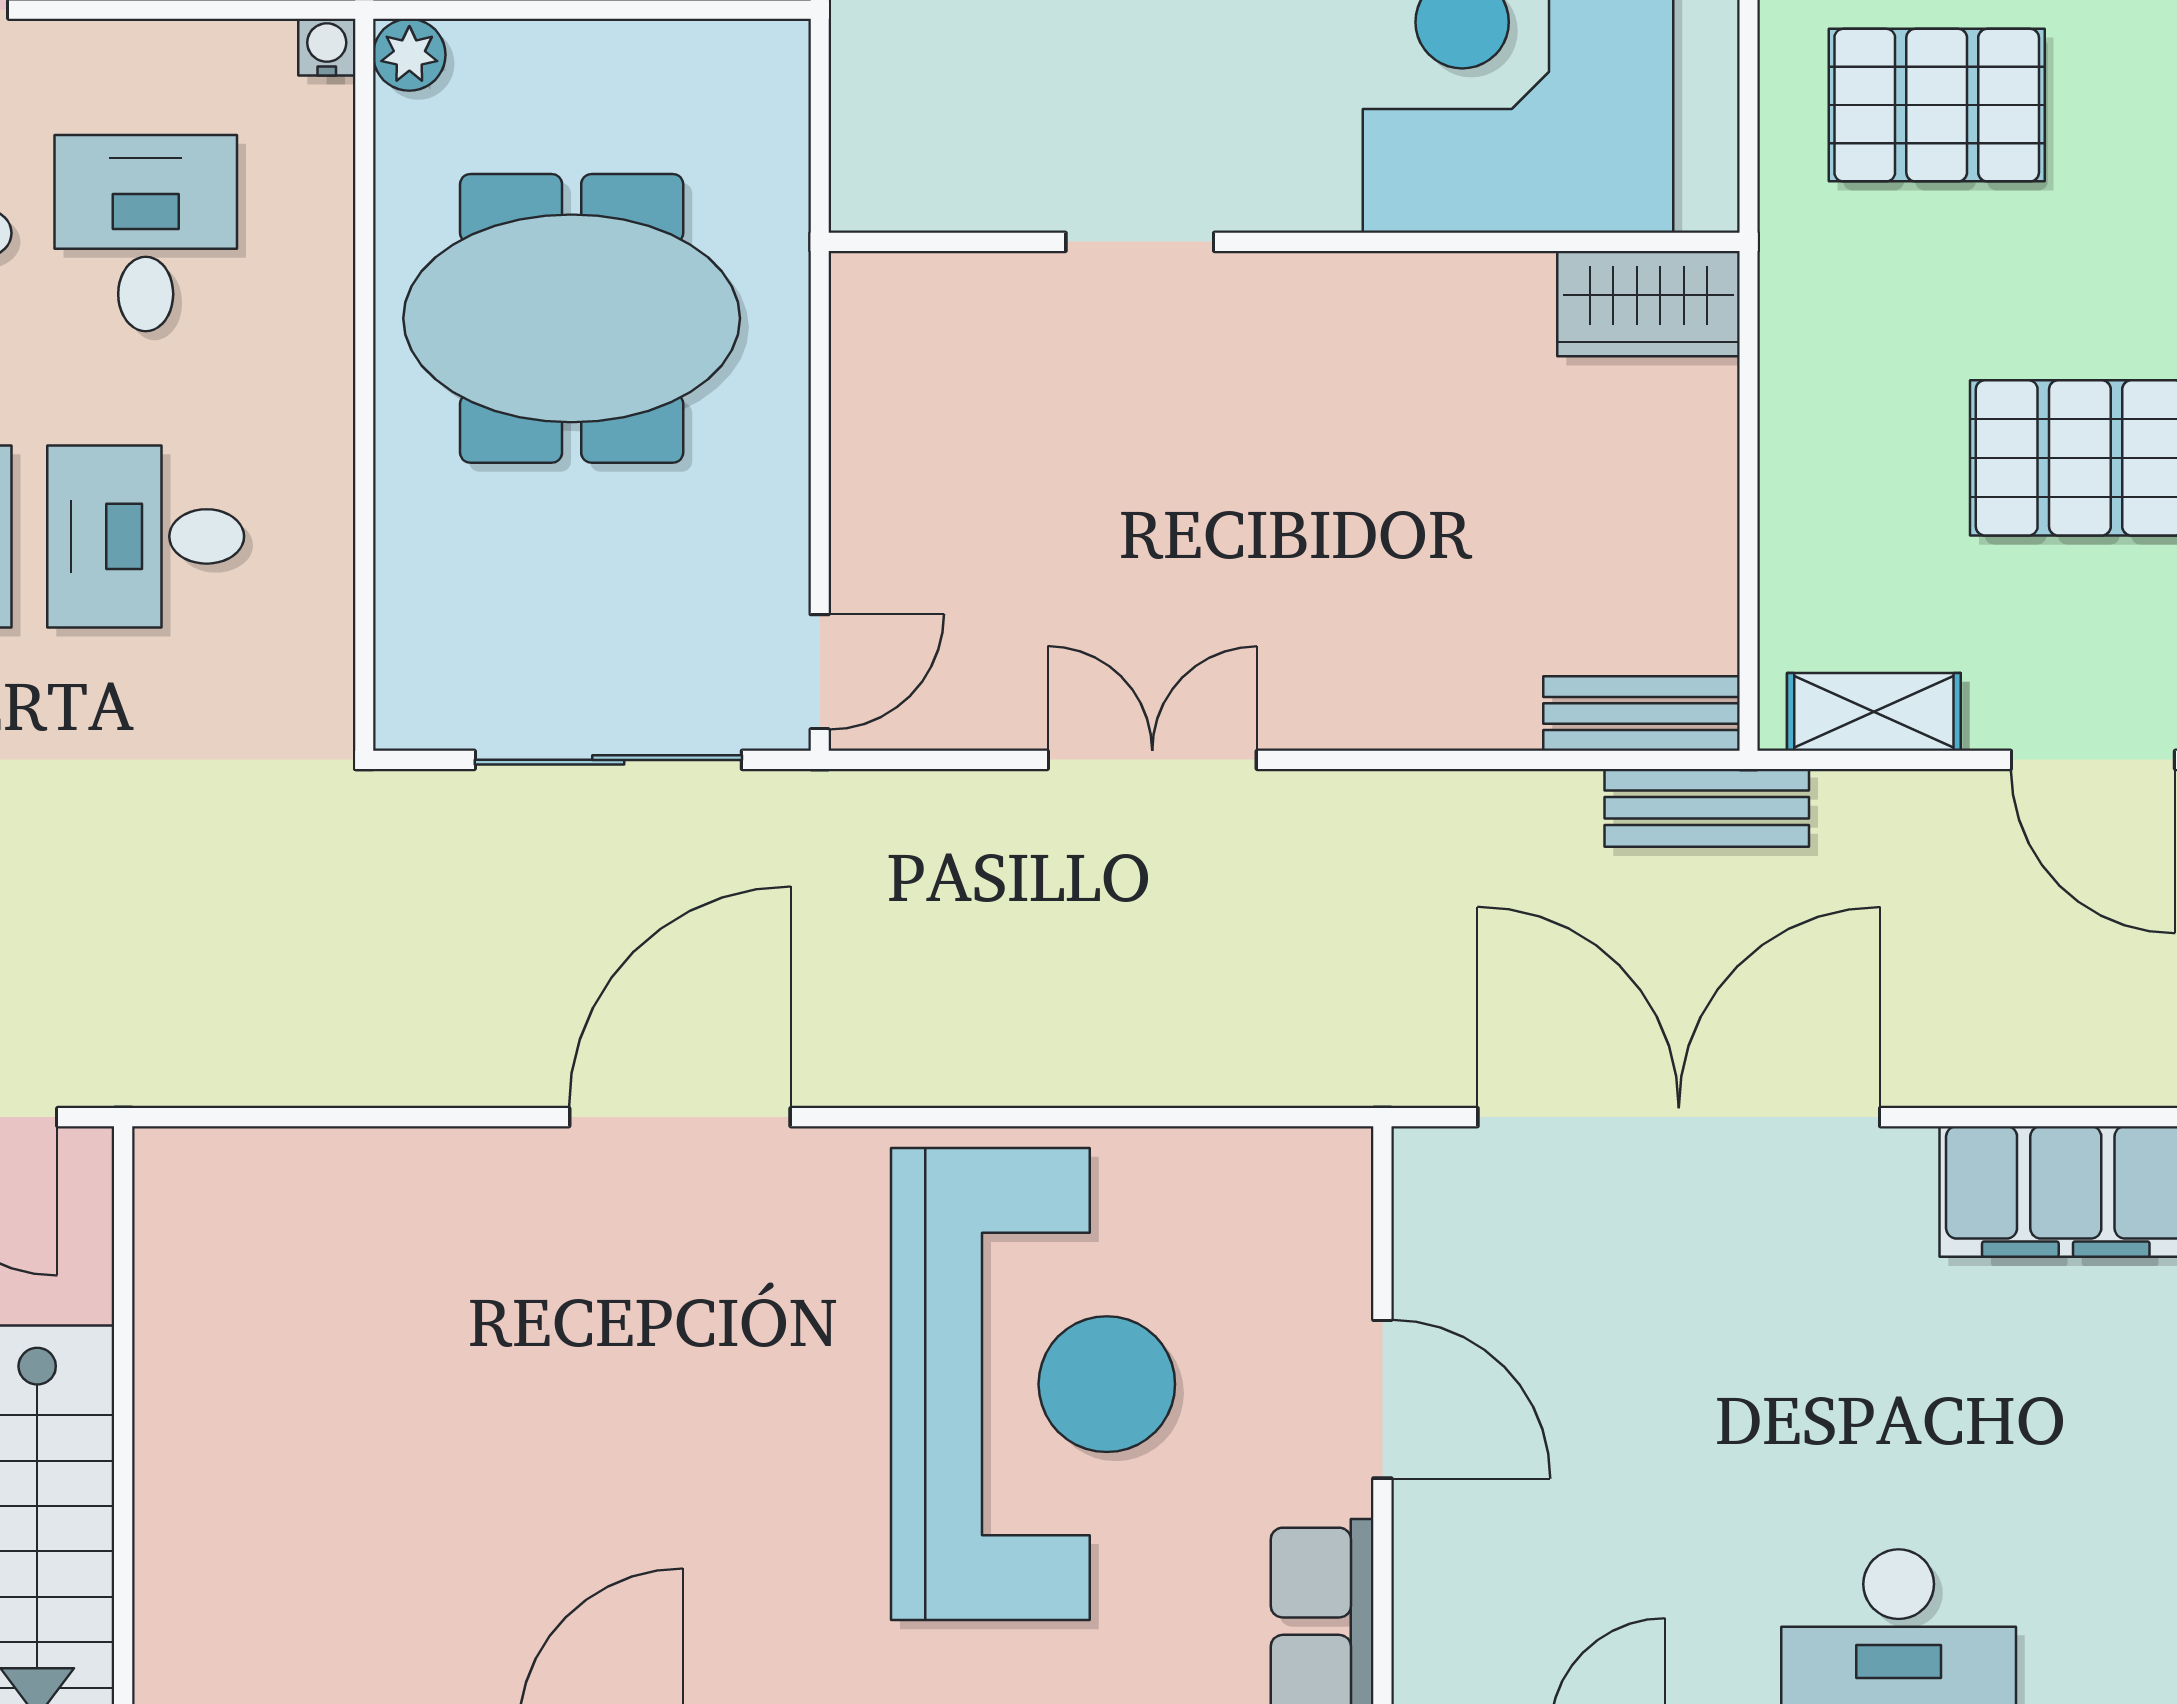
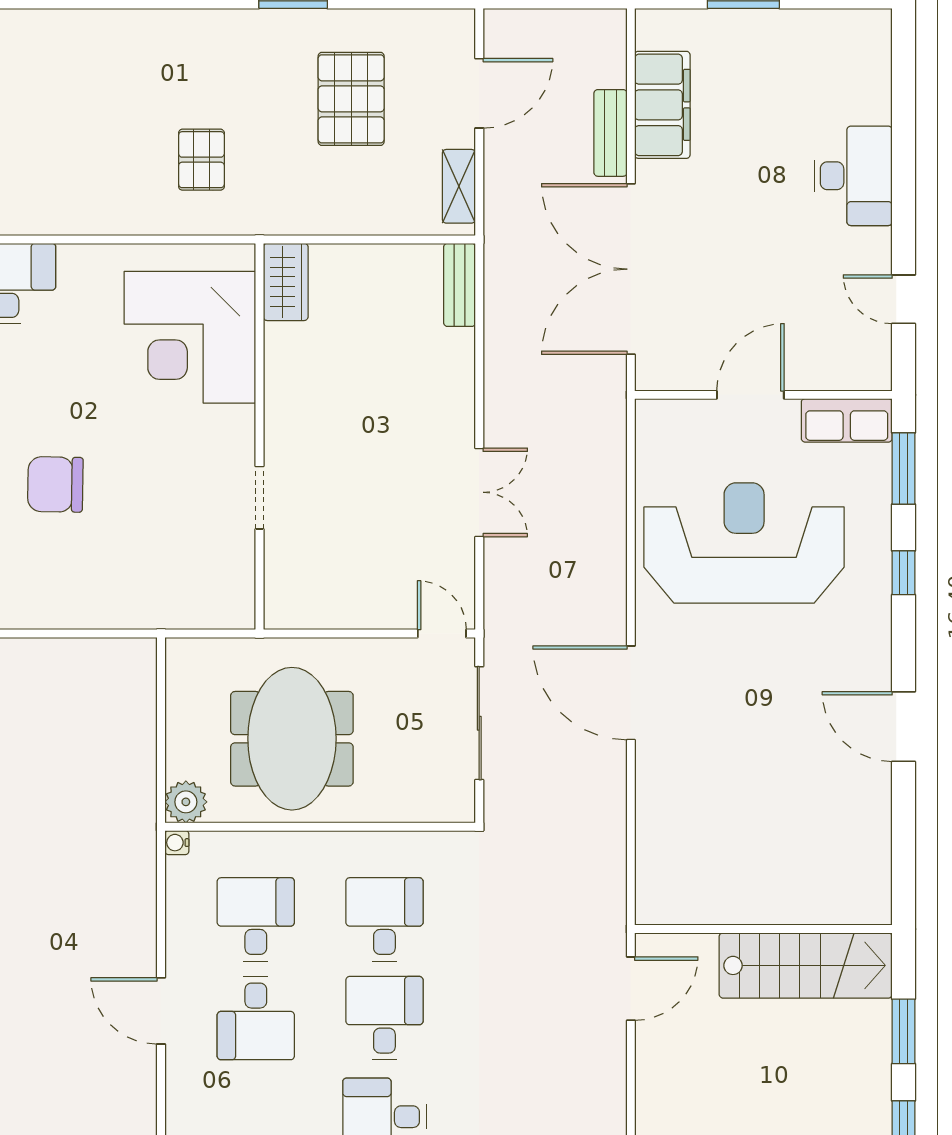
plant: (409, 55) -> (186, 802), width x1.38, depth x1.38
pallet: (1937, 105) -> (201, 160), width x0.67, depth x0.71
desk: (146, 233) -> (256, 919), turned 90
desk: (146, 536) -> (384, 919), turned 180
double door: (1152, 760) -> (479, 492), swing flipped
bench: (1707, 808) -> (610, 133), moved

